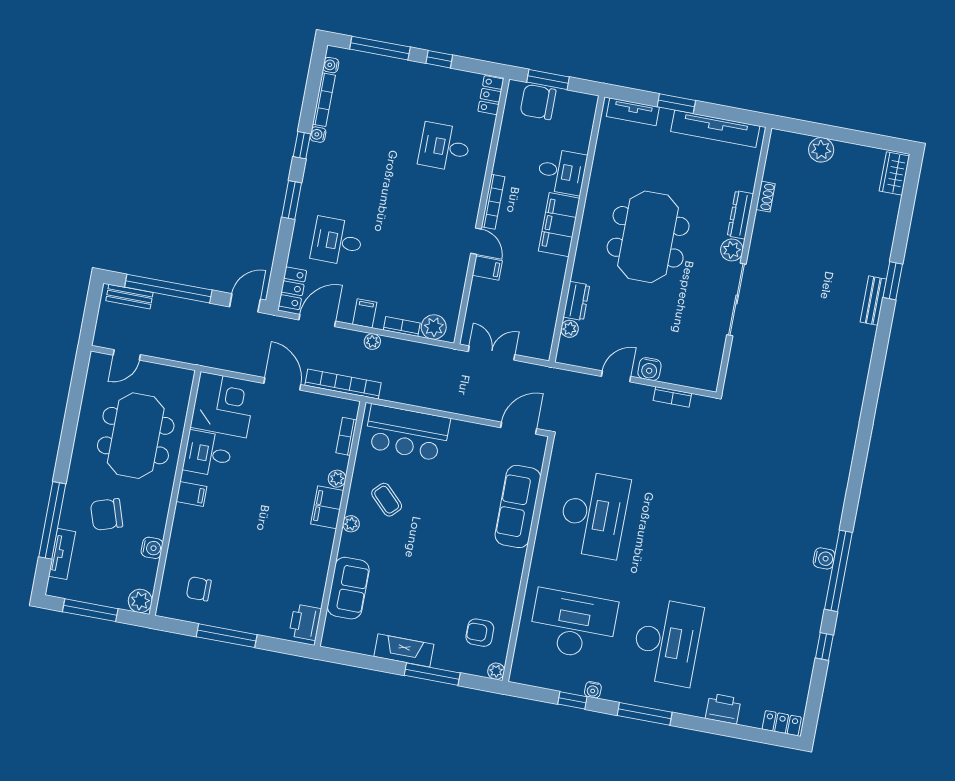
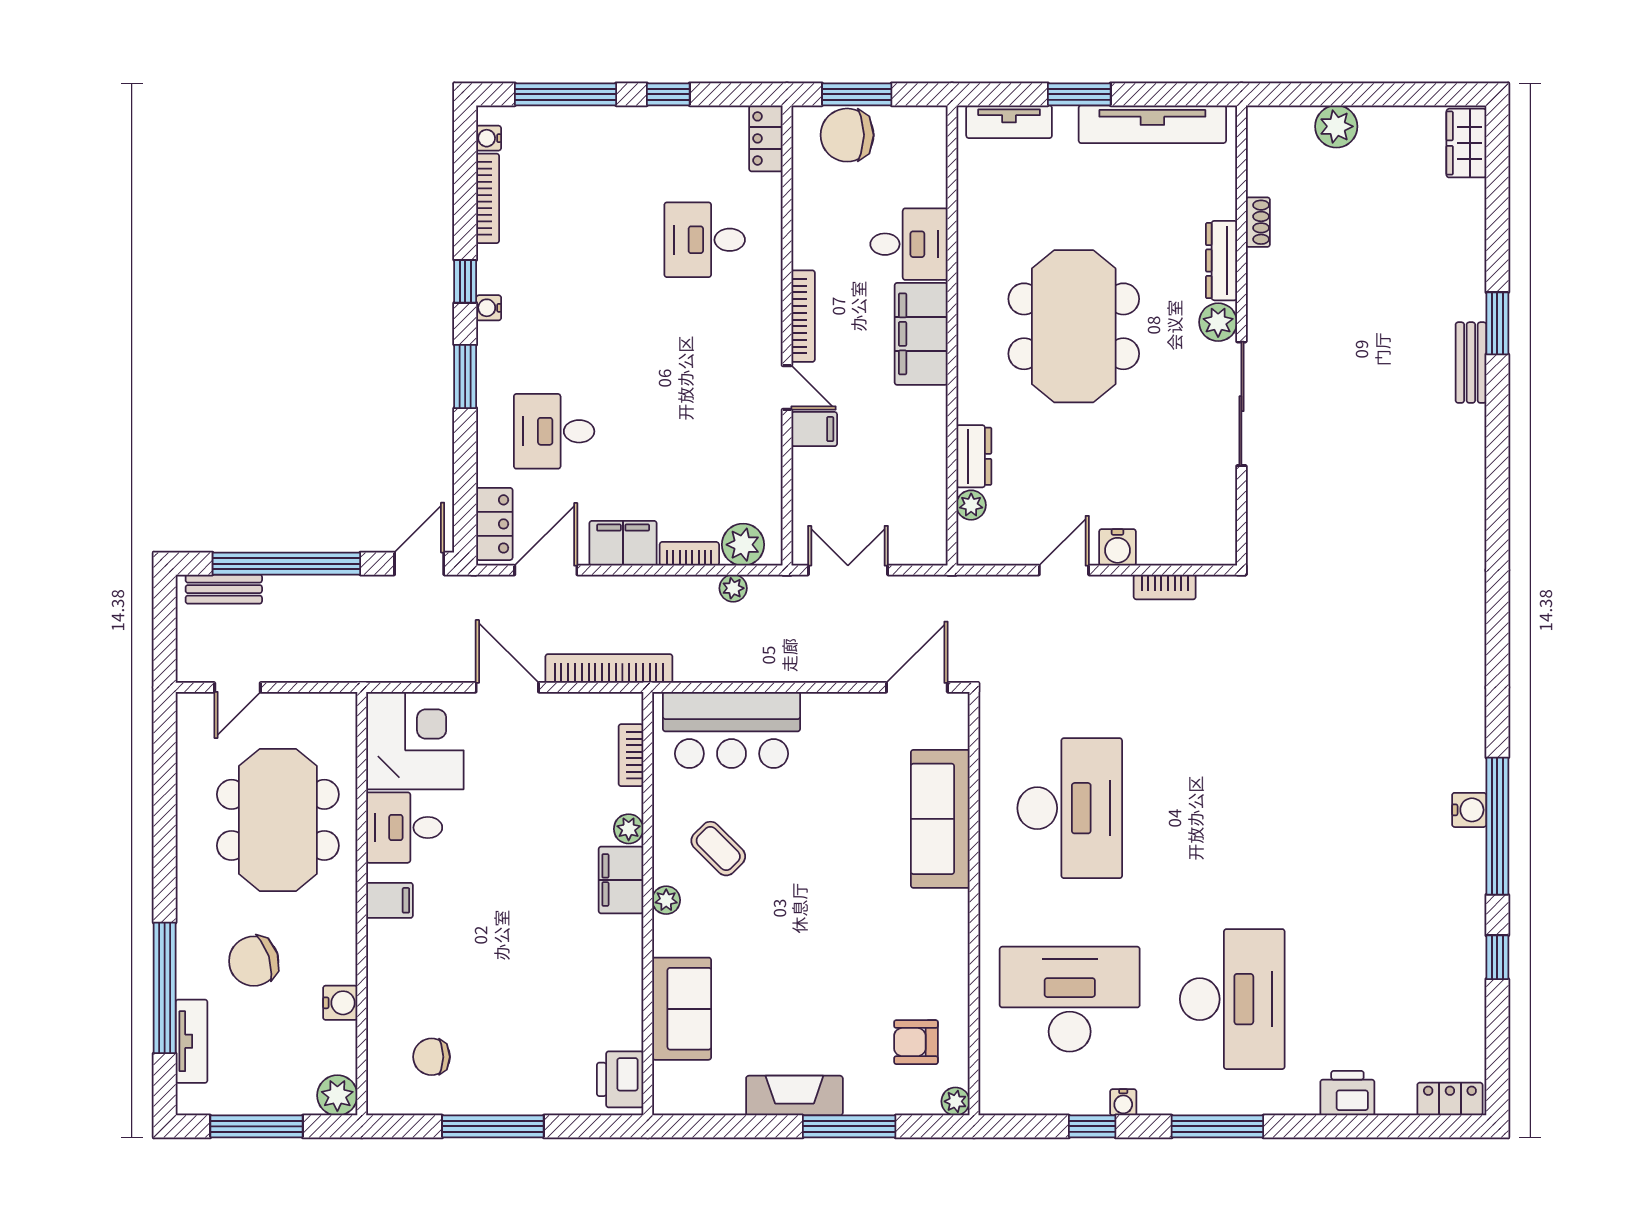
water cooler: (318, 135) -> (489, 308), moved
filing cabinet: (365, 313) -> (623, 543), width x2.00
plant: (372, 342) -> (733, 588), moved

